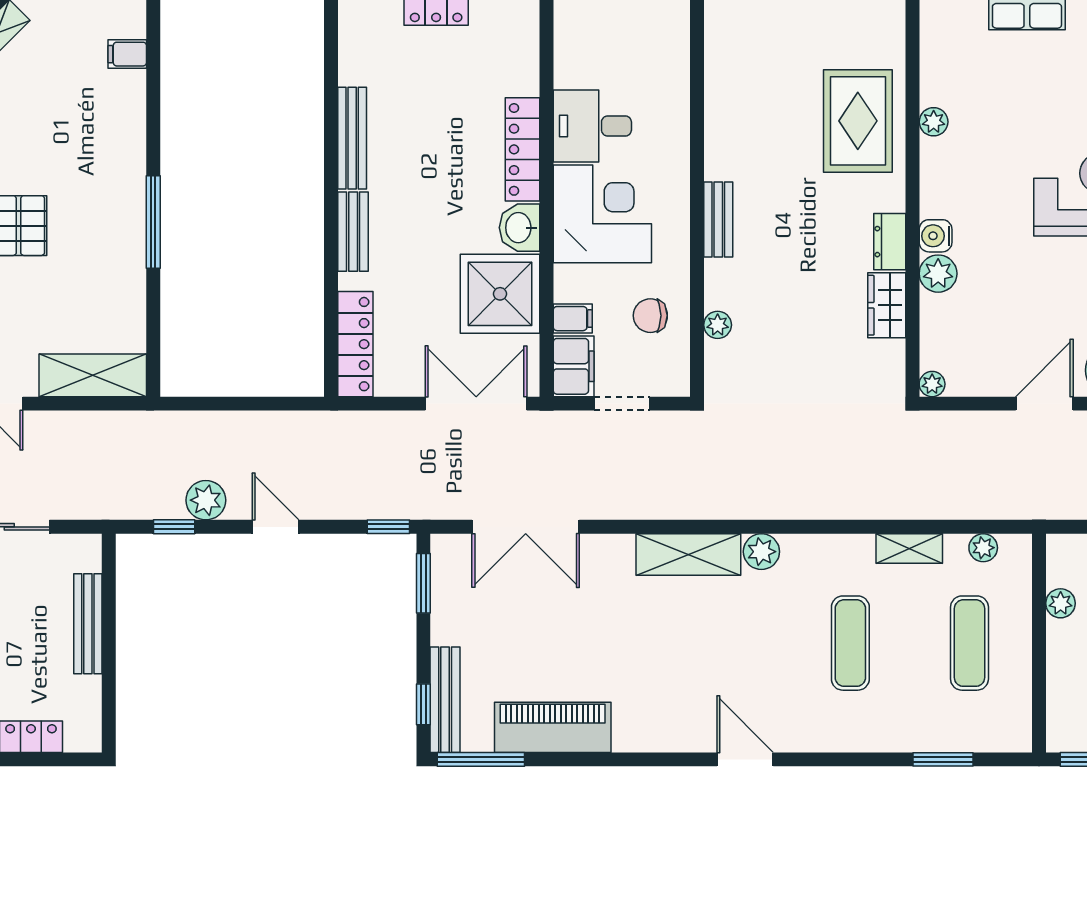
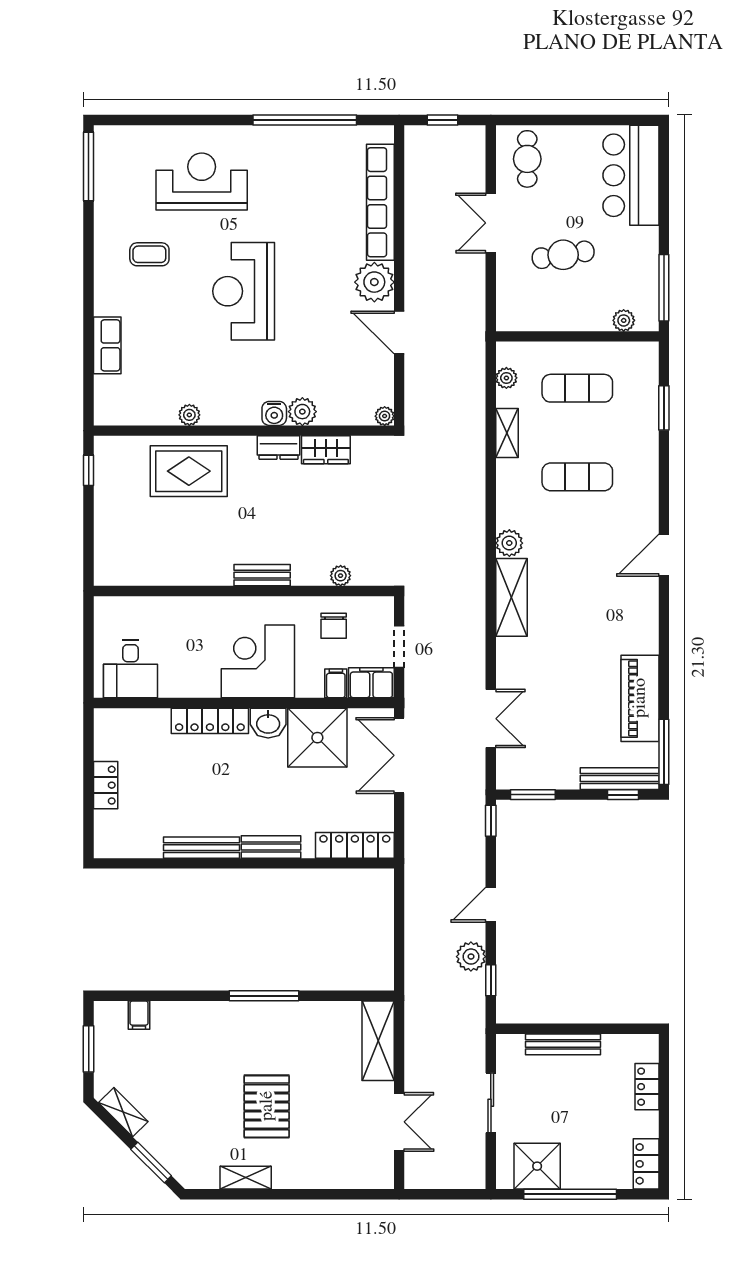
desk: (592, 126) -> (130, 669), moved
double door: (526, 527) -> (491, 719), width x0.73
plant: (1061, 603) -> (624, 320), moved

